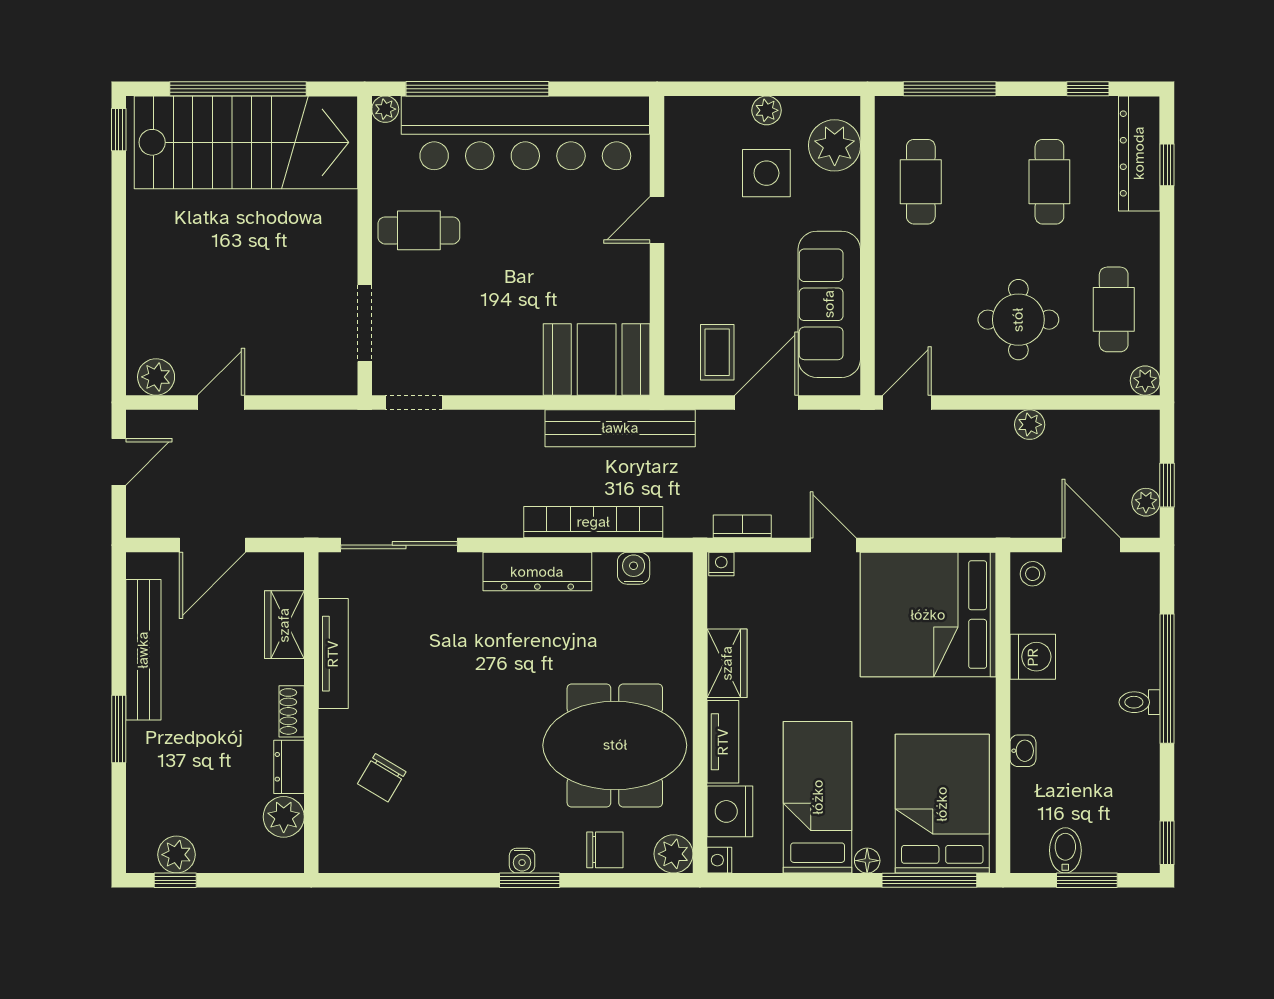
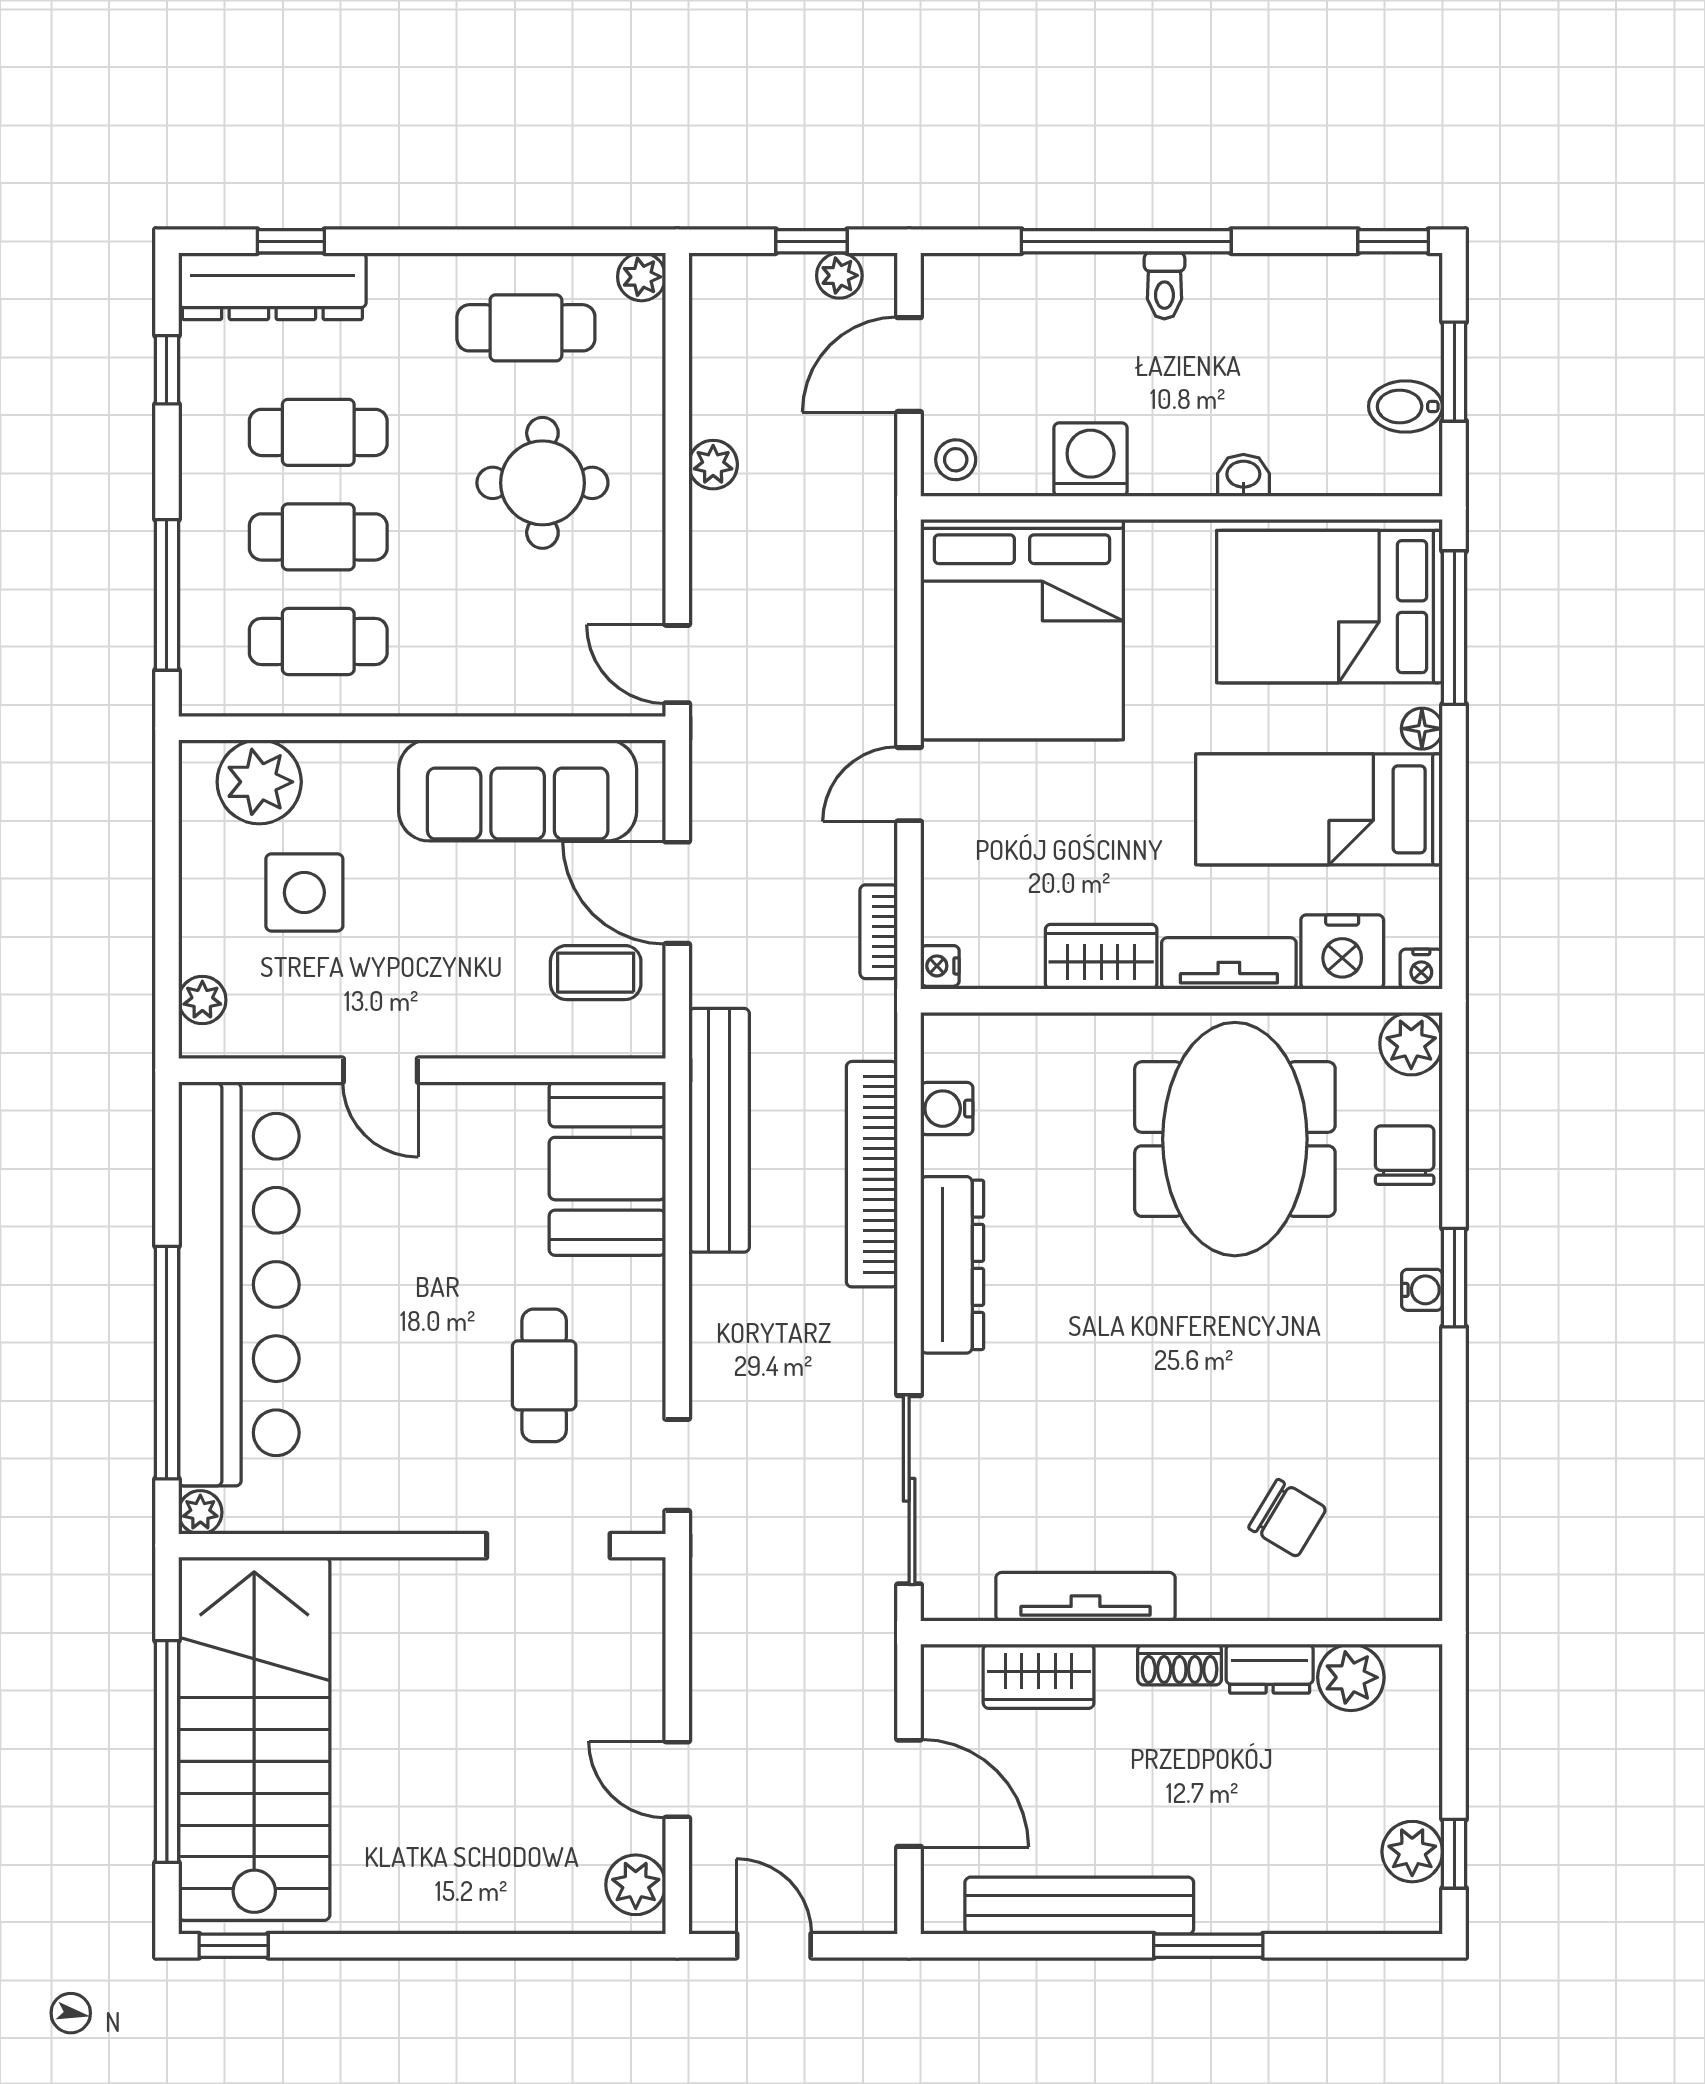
plant: (767, 110) -> (202, 1000), moved
cafe table: (985, 182) -> (318, 537), added
cafe table: (419, 230) -> (544, 1375), moved

